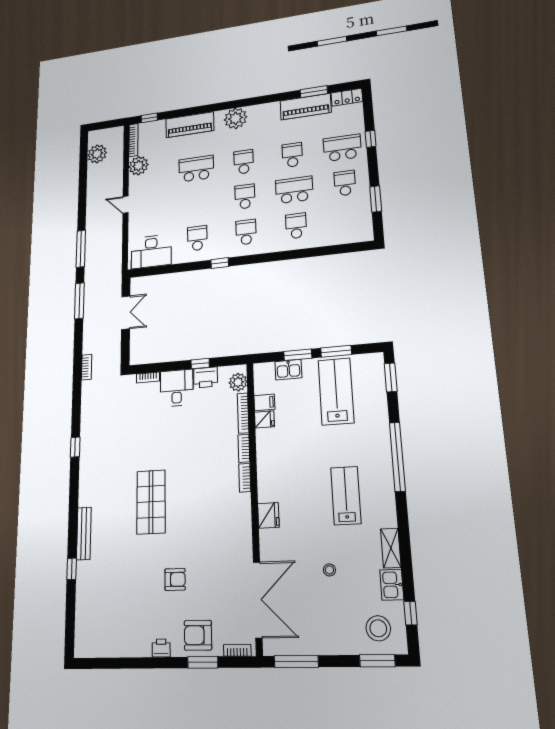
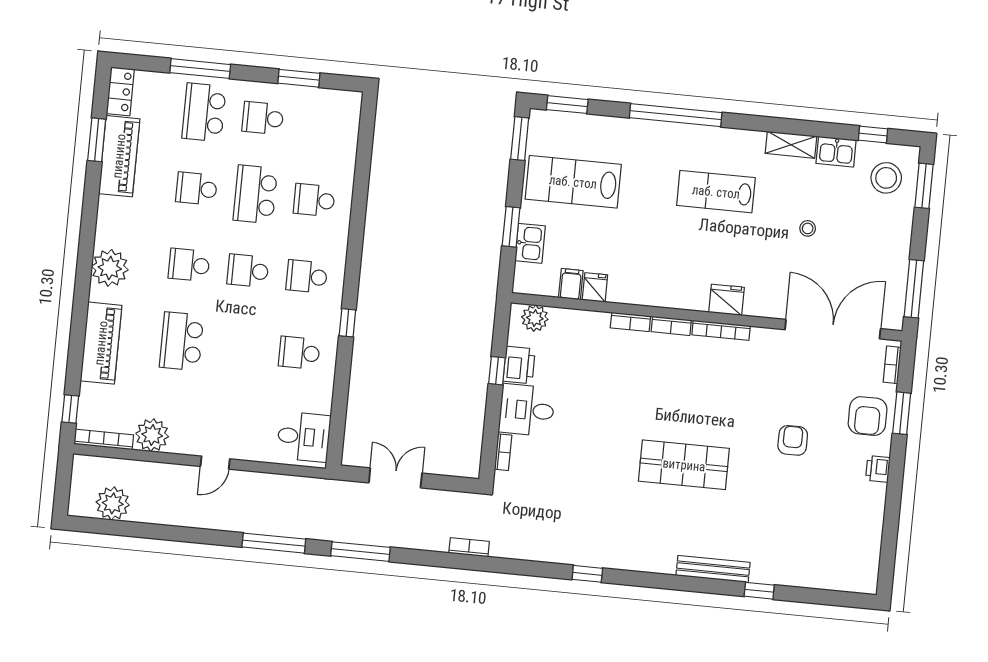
window: (371, 139) -> (200, 69), width x2.17
desk: (151, 251) -> (304, 437), width x0.73
window: (336, 351) -> (520, 139), moved
bookcase: (243, 413) -> (721, 330), moved

